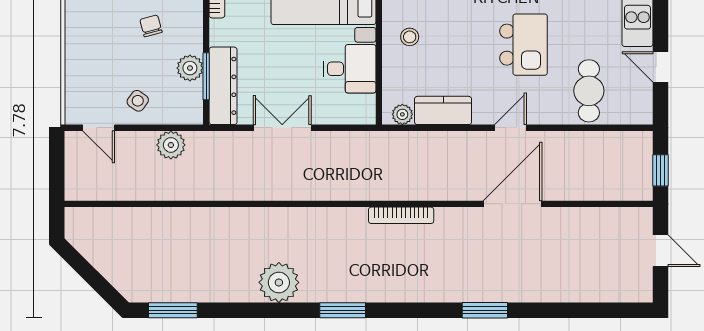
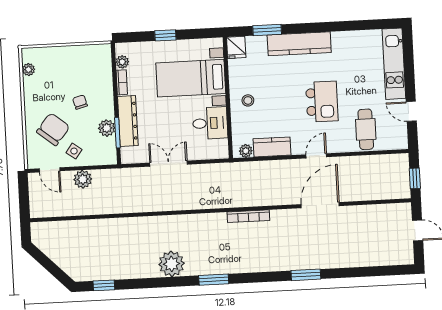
chair: (107, 66) -> (53, 129), added
dresser: (223, 86) -> (128, 121), moved
plant: (171, 145) -> (83, 179), moved
window: (173, 310) -> (104, 285), width x0.67

